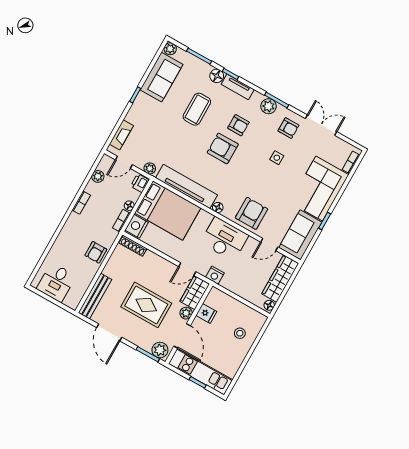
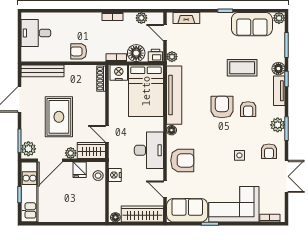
floor lamp: (129, 206) -> (136, 53), width x1.89, depth x1.89
nightstand: (215, 275) -> (115, 175), moved
stool: (240, 333) -> (98, 176), moved

